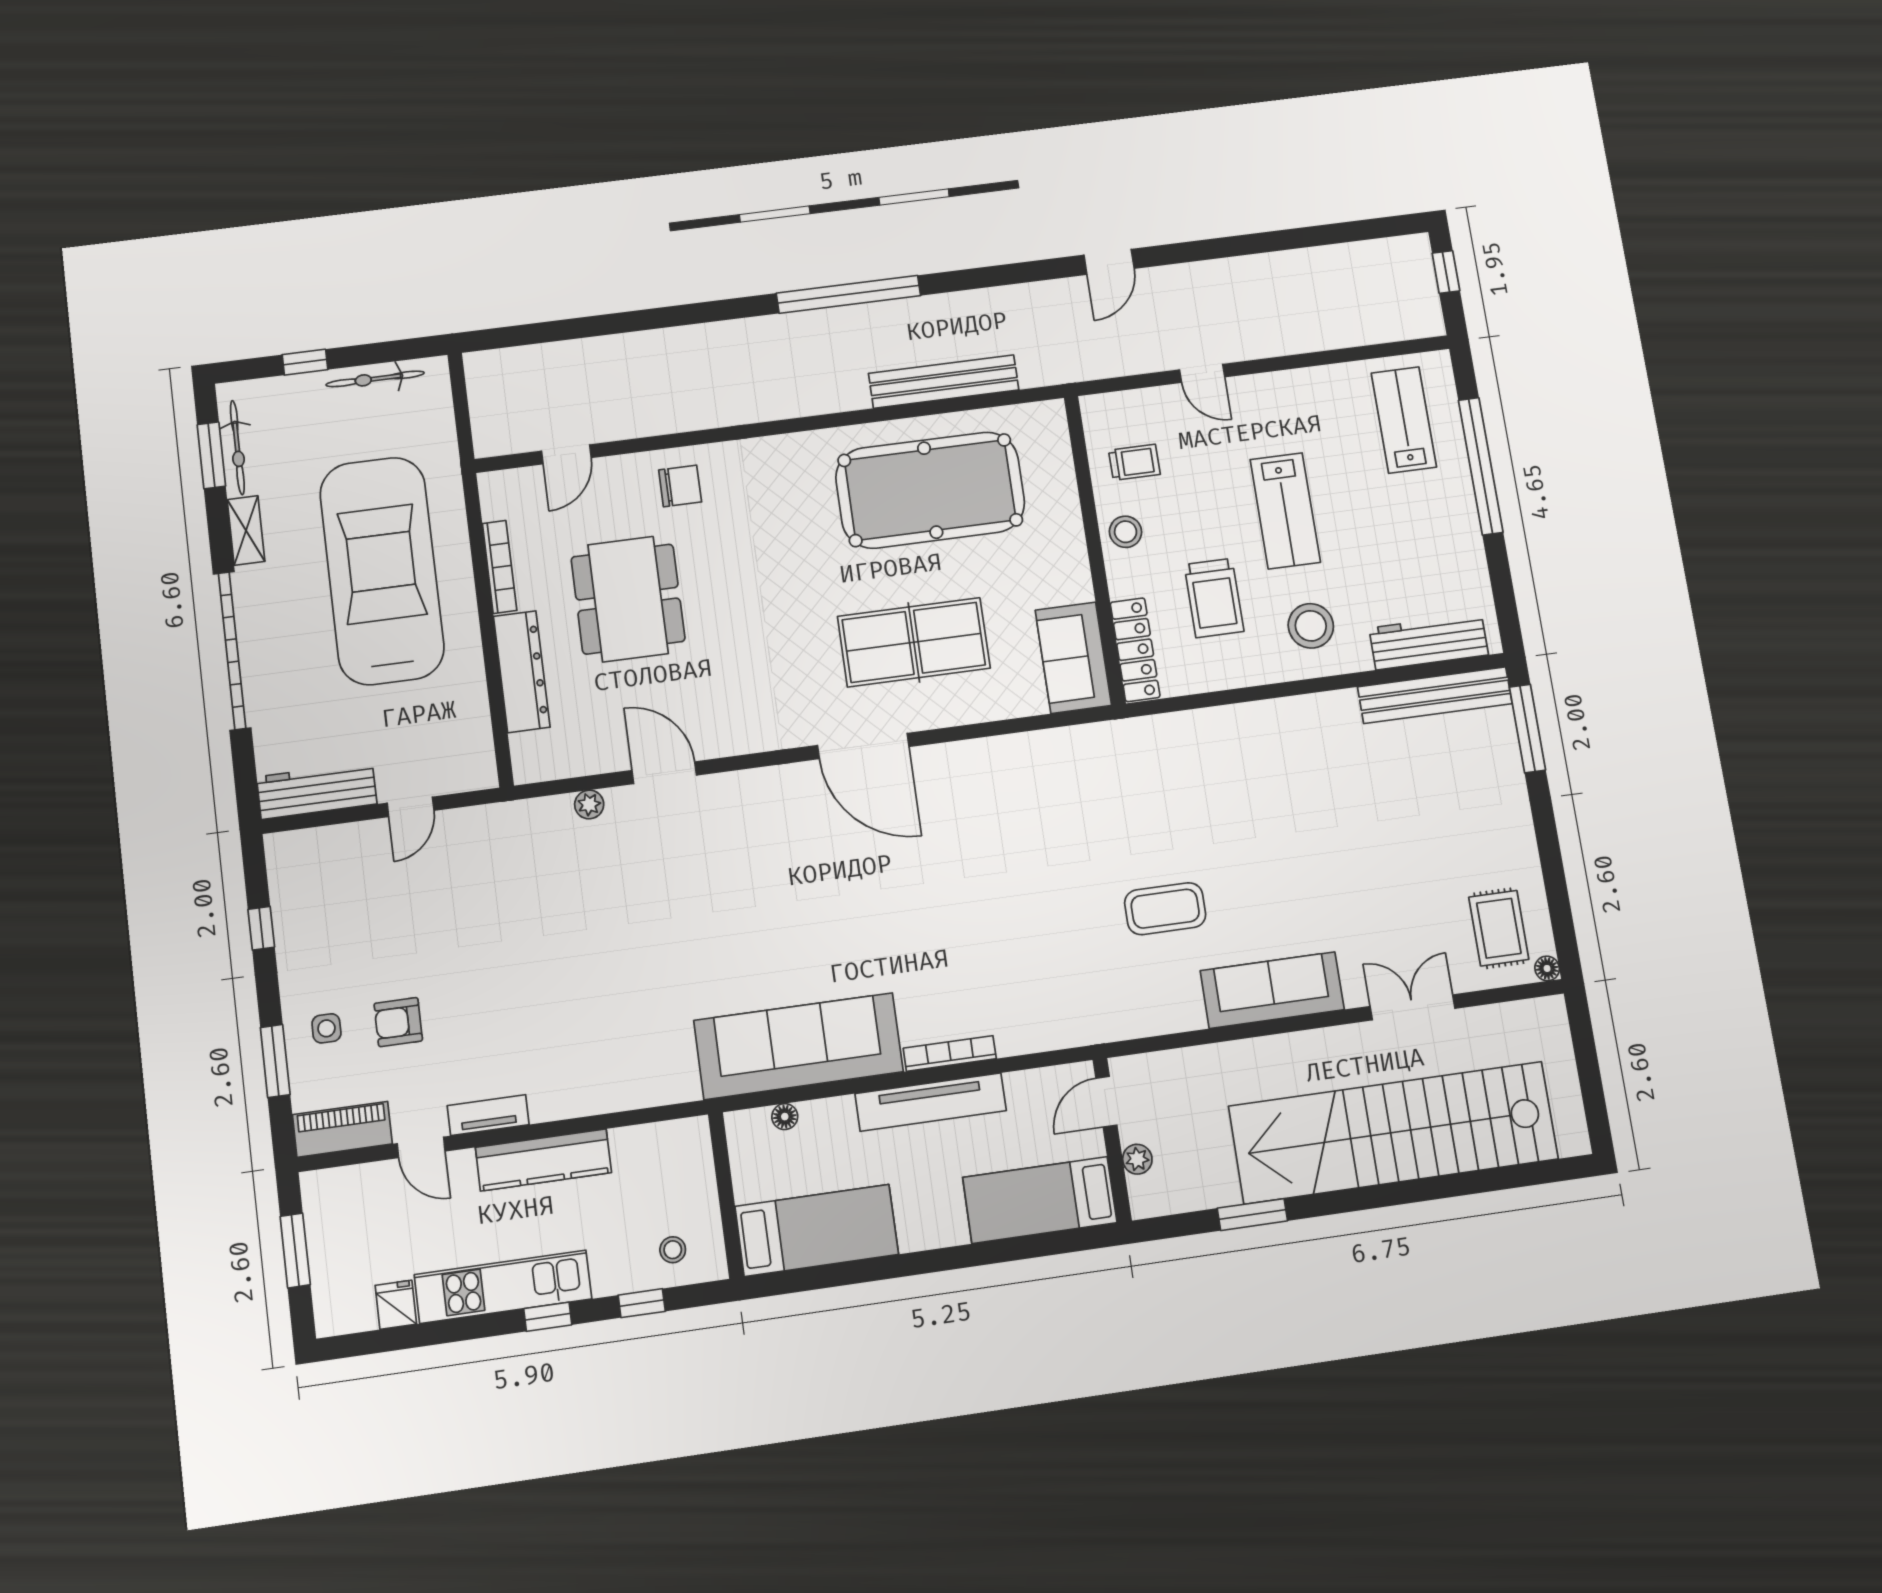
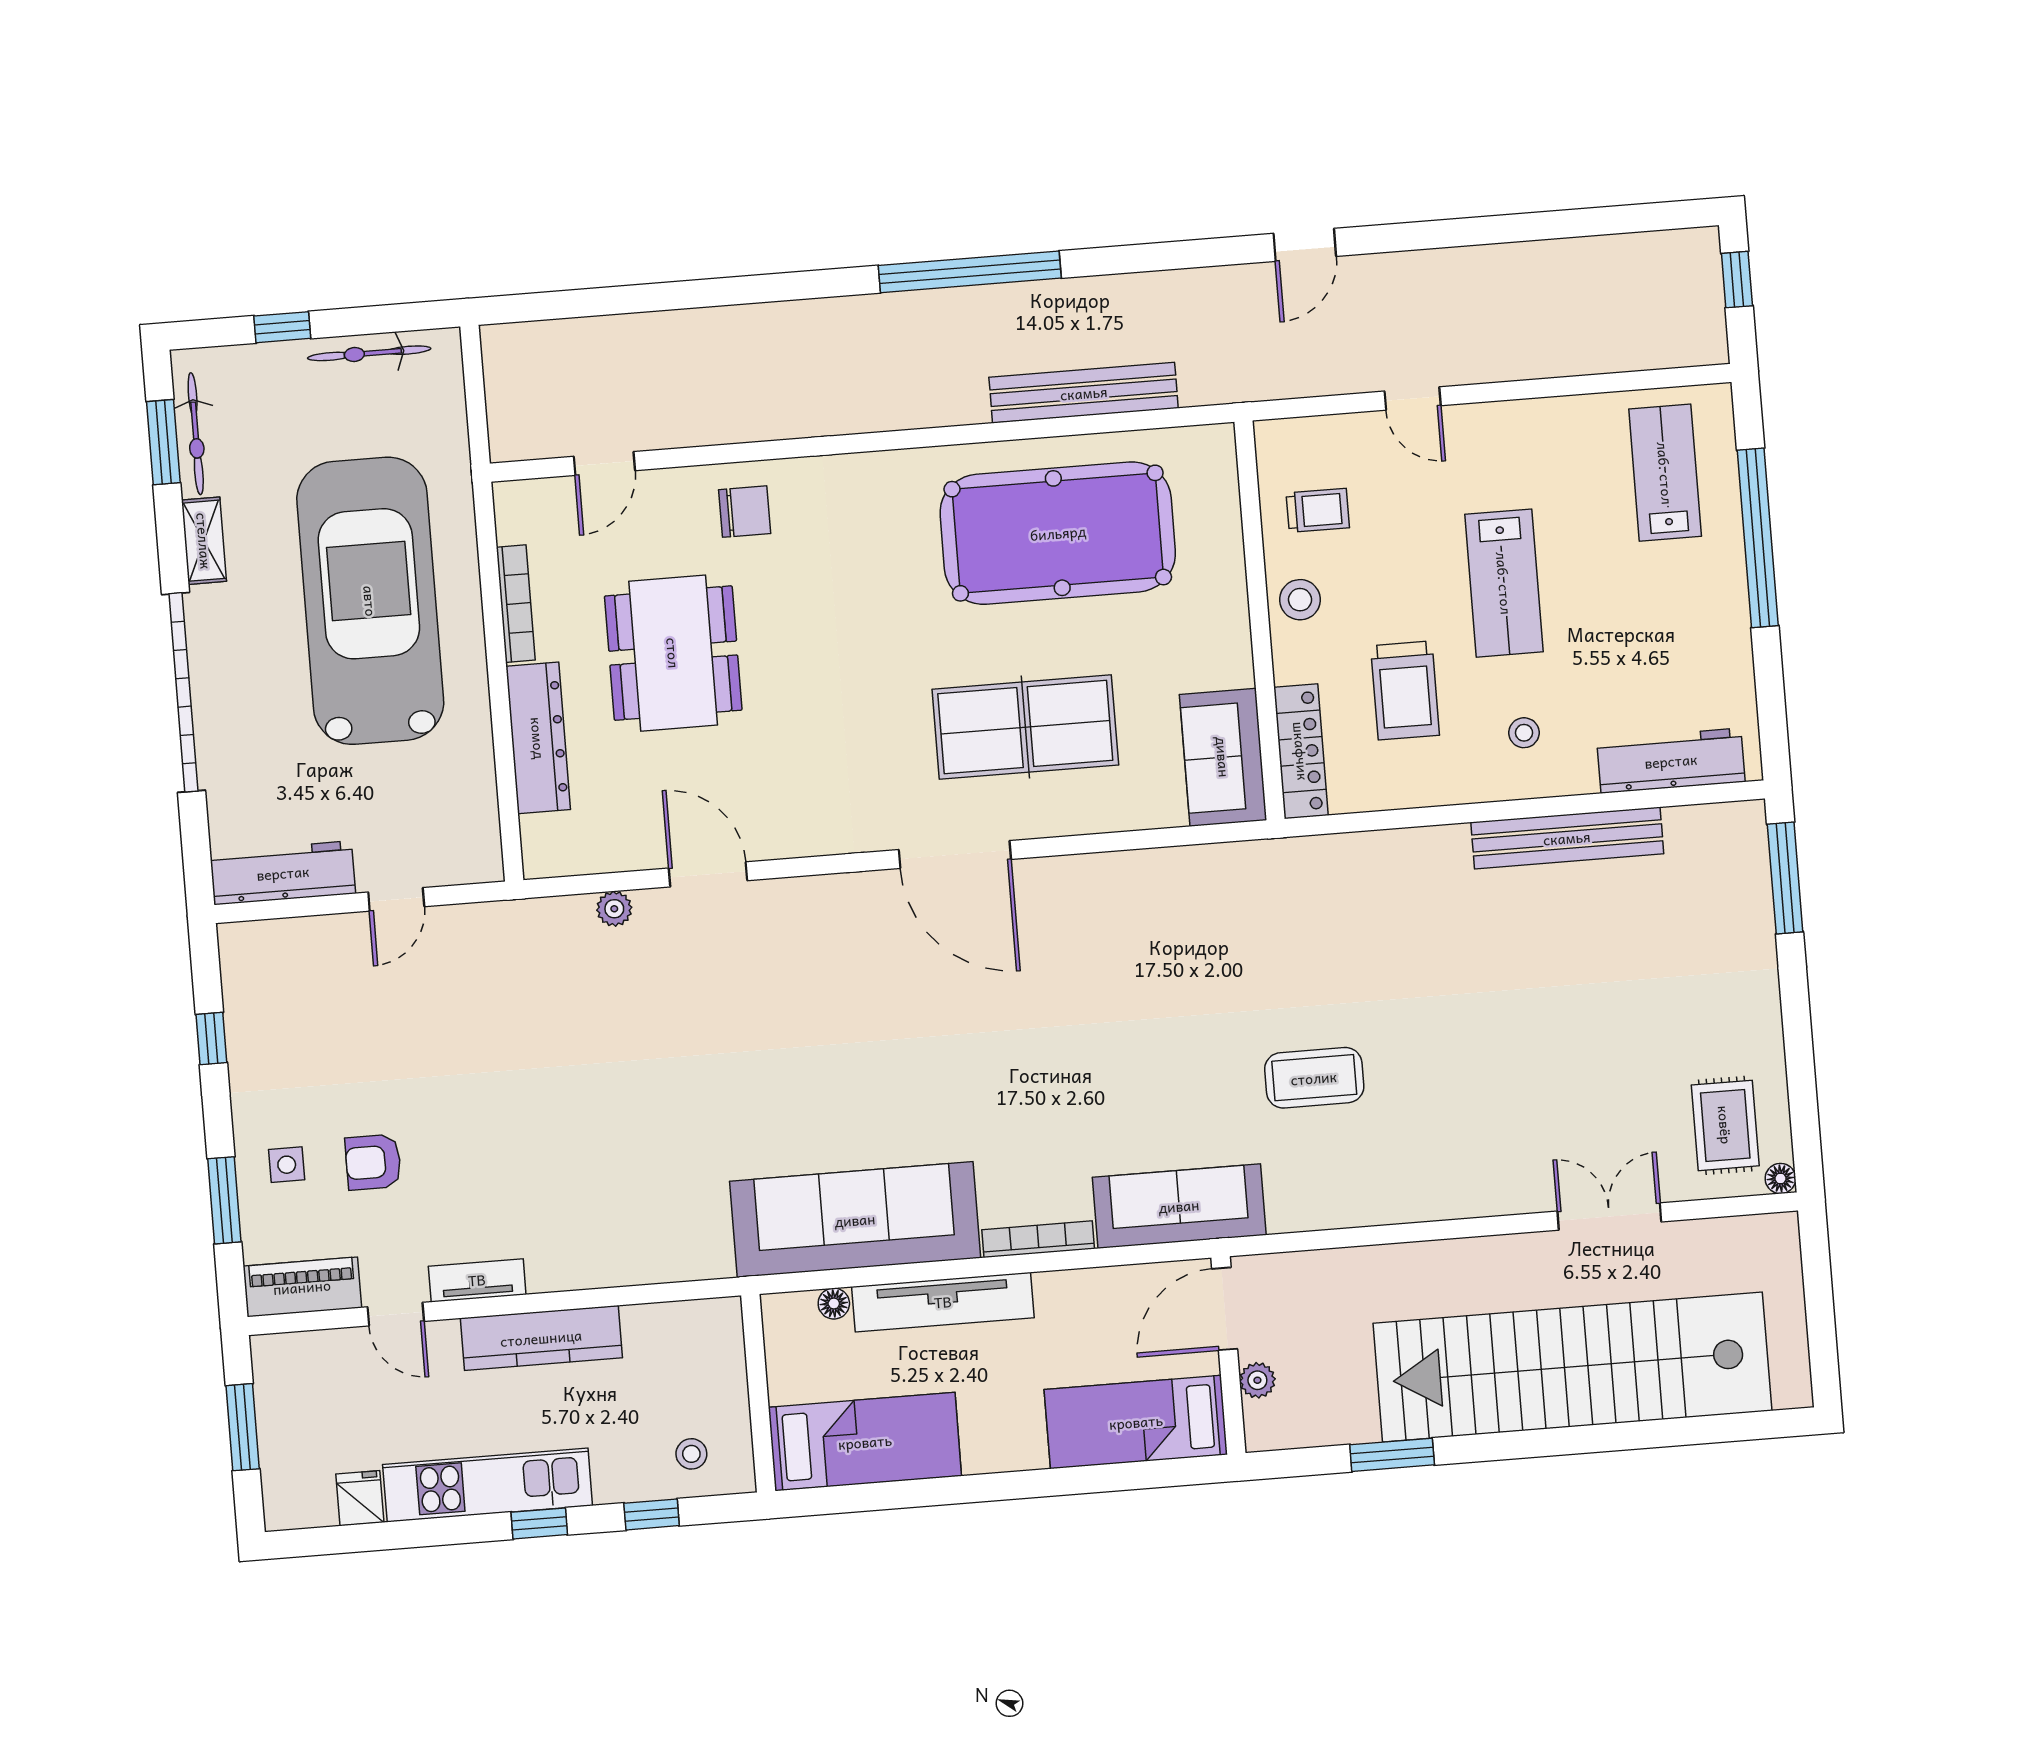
stool: (1311, 626) -> (1524, 733), width x0.53, depth x0.53
bench: (1435, 695) -> (1567, 838), moved
sofa: (1272, 990) -> (1179, 1206), moved
tv unit: (931, 1102) -> (943, 1302), moved
door: (1106, 1102) -> (1225, 1309), width x1.38

